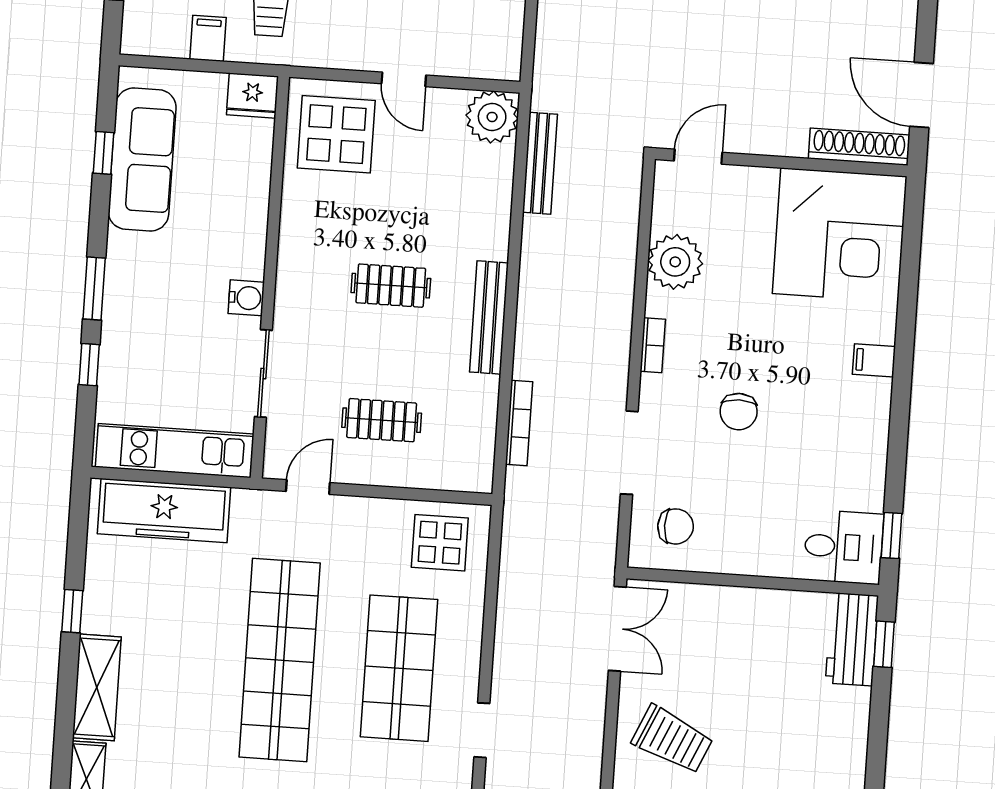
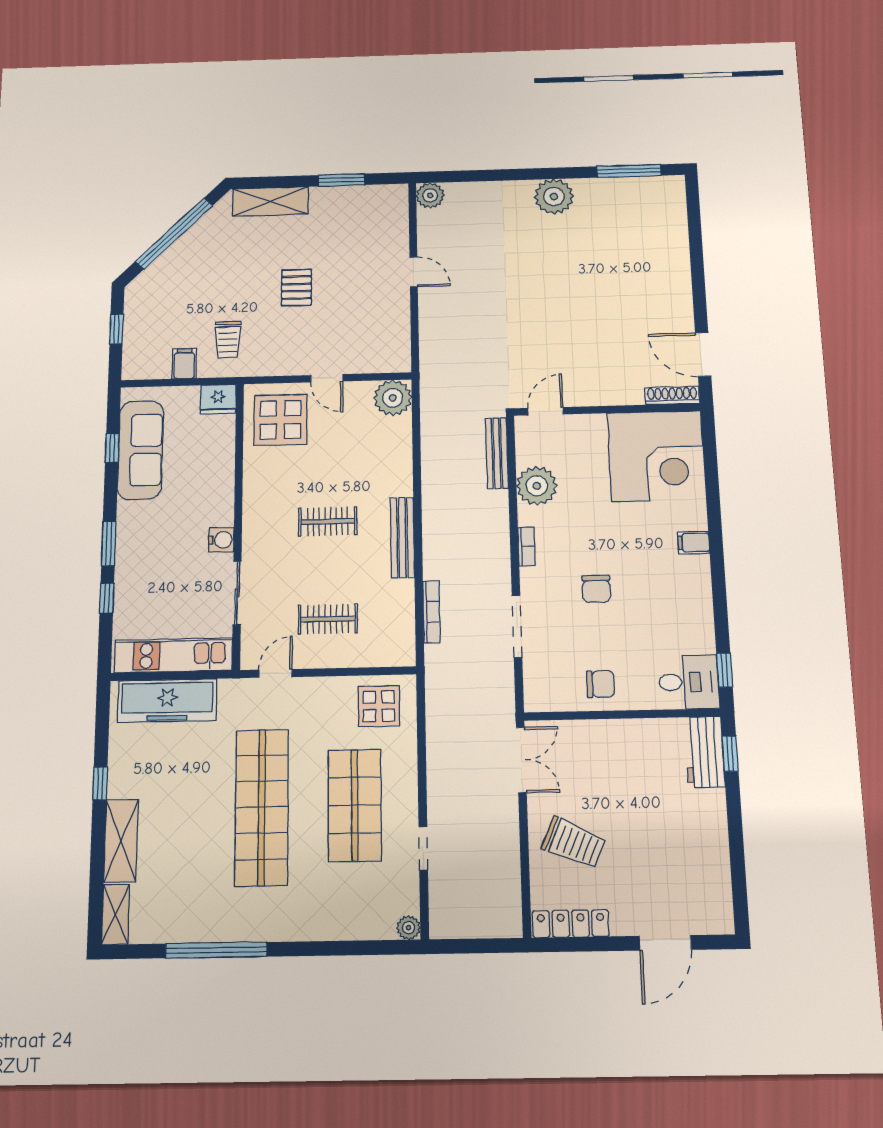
shoe rack: (859, 147) -> (672, 396), width x0.74, depth x0.81
bench: (540, 163) -> (497, 453), moved
chair: (676, 526) -> (601, 684), moved

